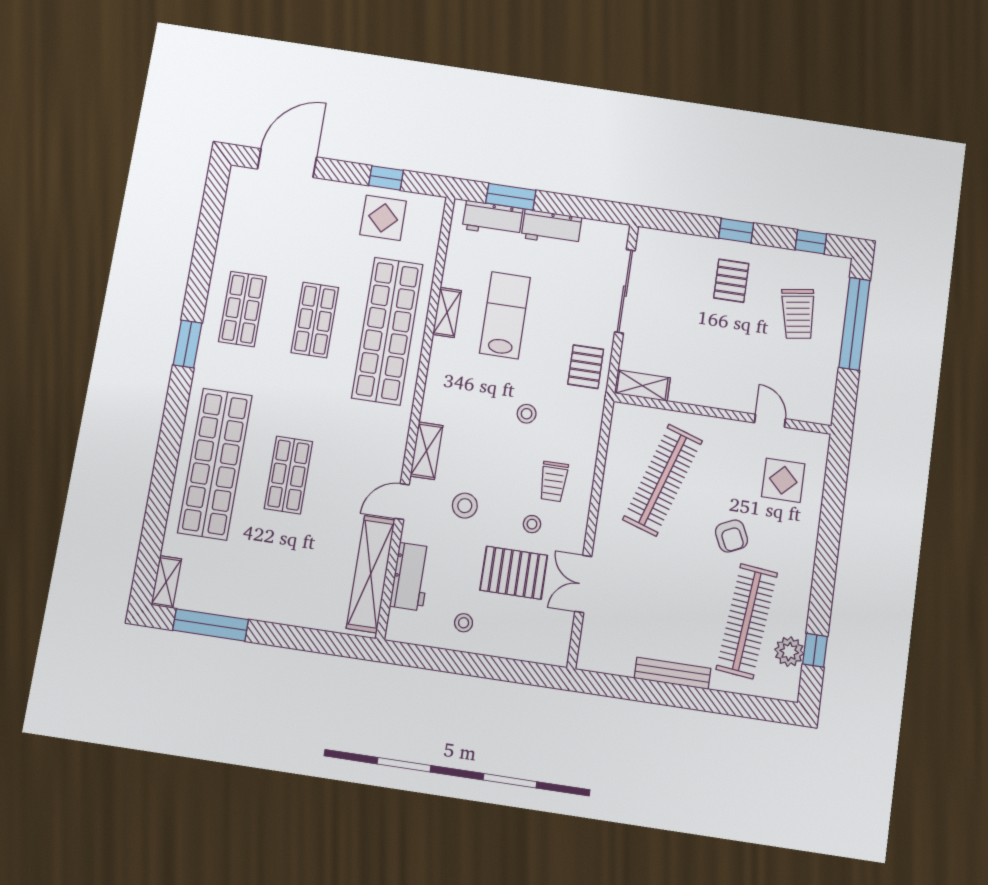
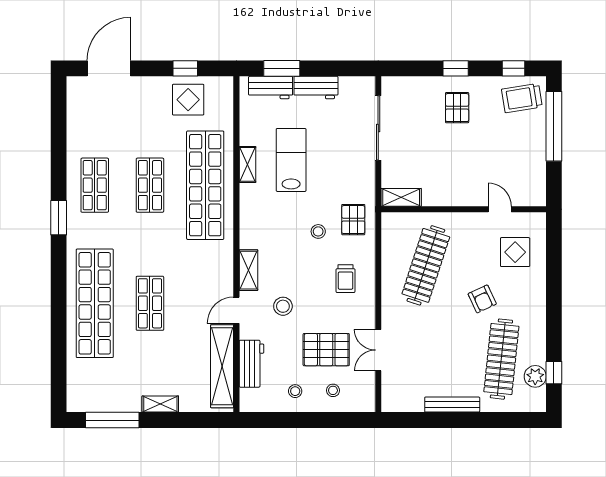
trolley: (798, 314) -> (522, 98), moved, turned 89
pallet: (586, 367) -> (353, 220), moved
stool: (532, 524) -> (333, 390), moved
shelving: (166, 582) -> (160, 404), moved, turned 90

